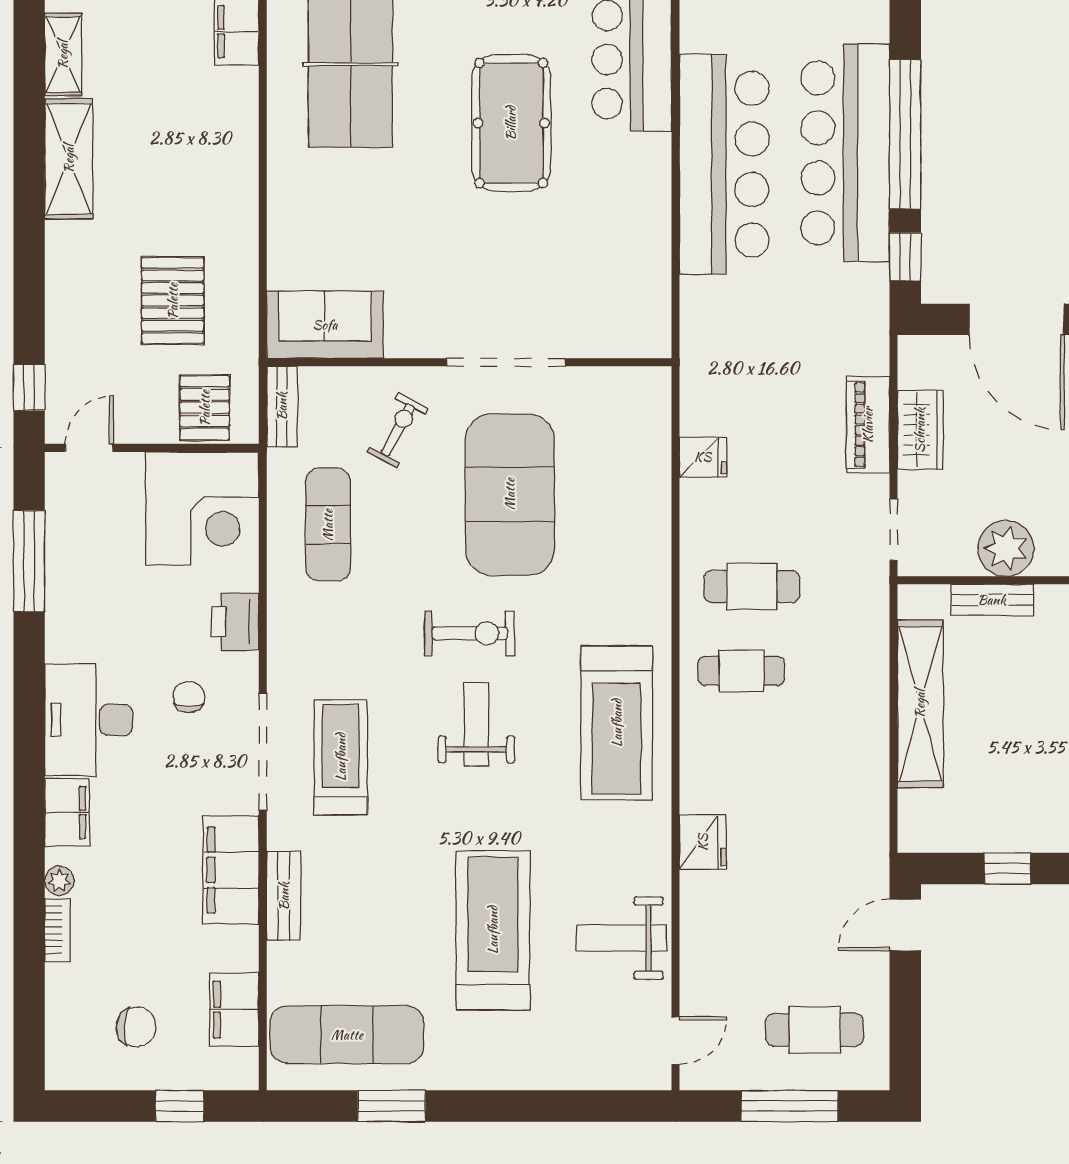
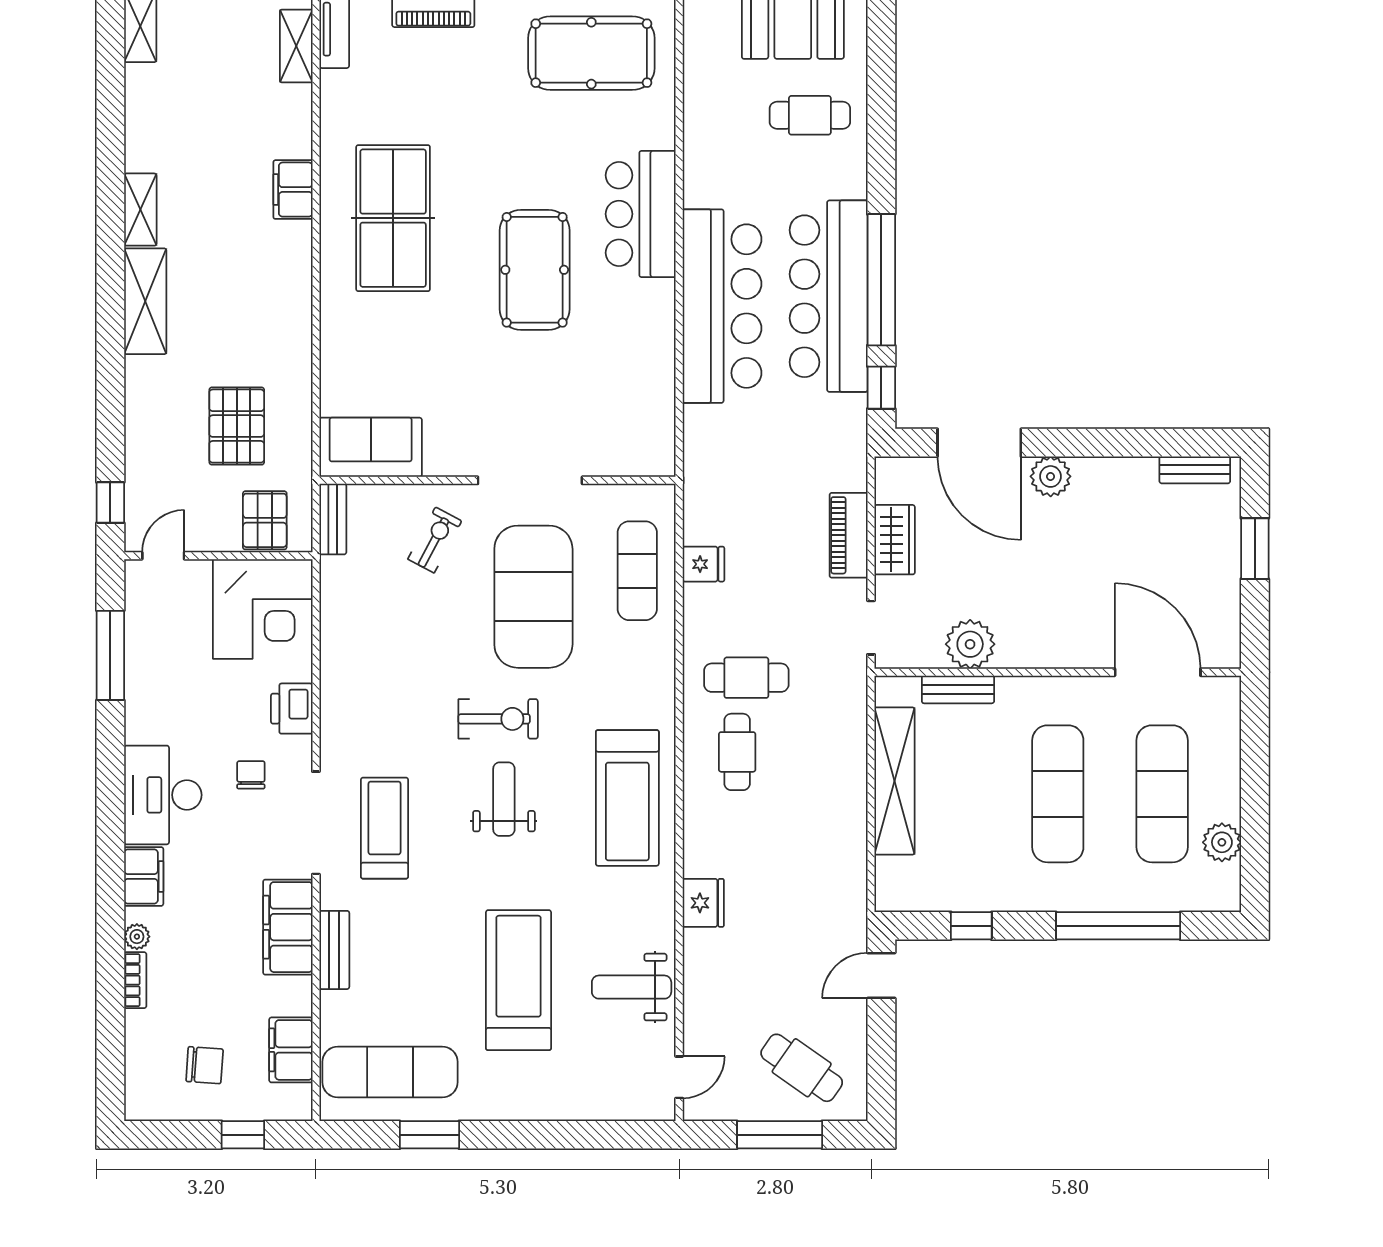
exercise mat: (328, 525) -> (637, 571), moved
cafe table: (741, 671) -> (737, 752), turned 90
cafe table: (815, 1030) -> (802, 1068), turned 35

